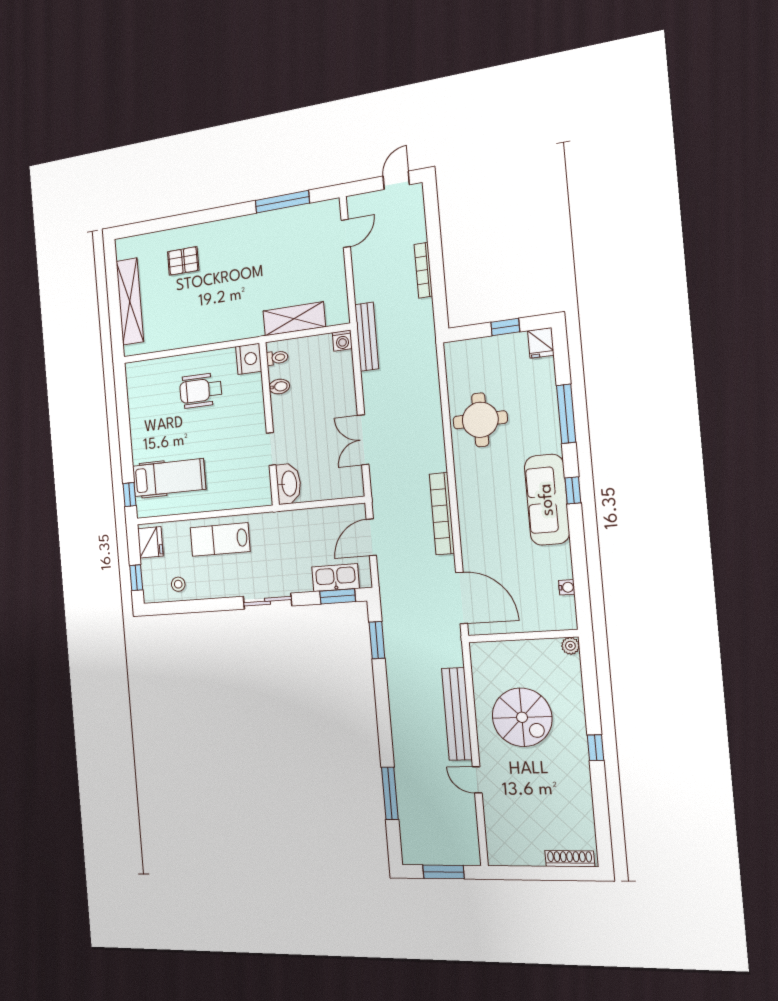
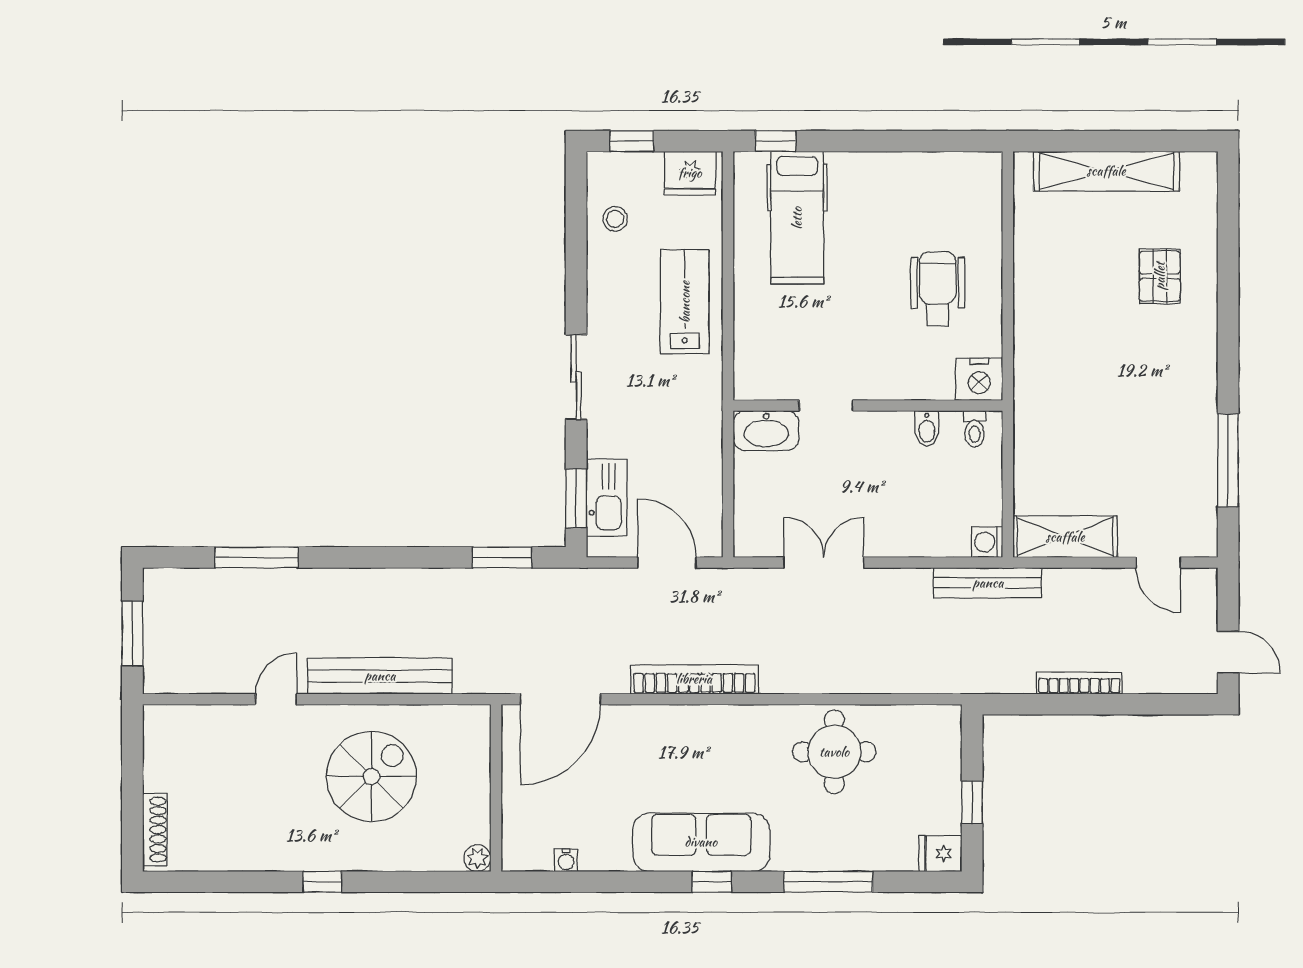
shelving: (294, 319) -> (1065, 537), moved, turned 90
spiral stairs: (522, 717) -> (371, 776), turned 180

